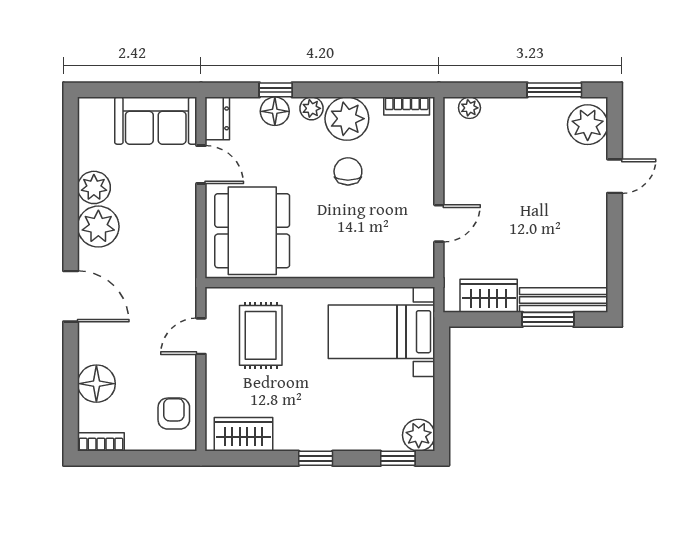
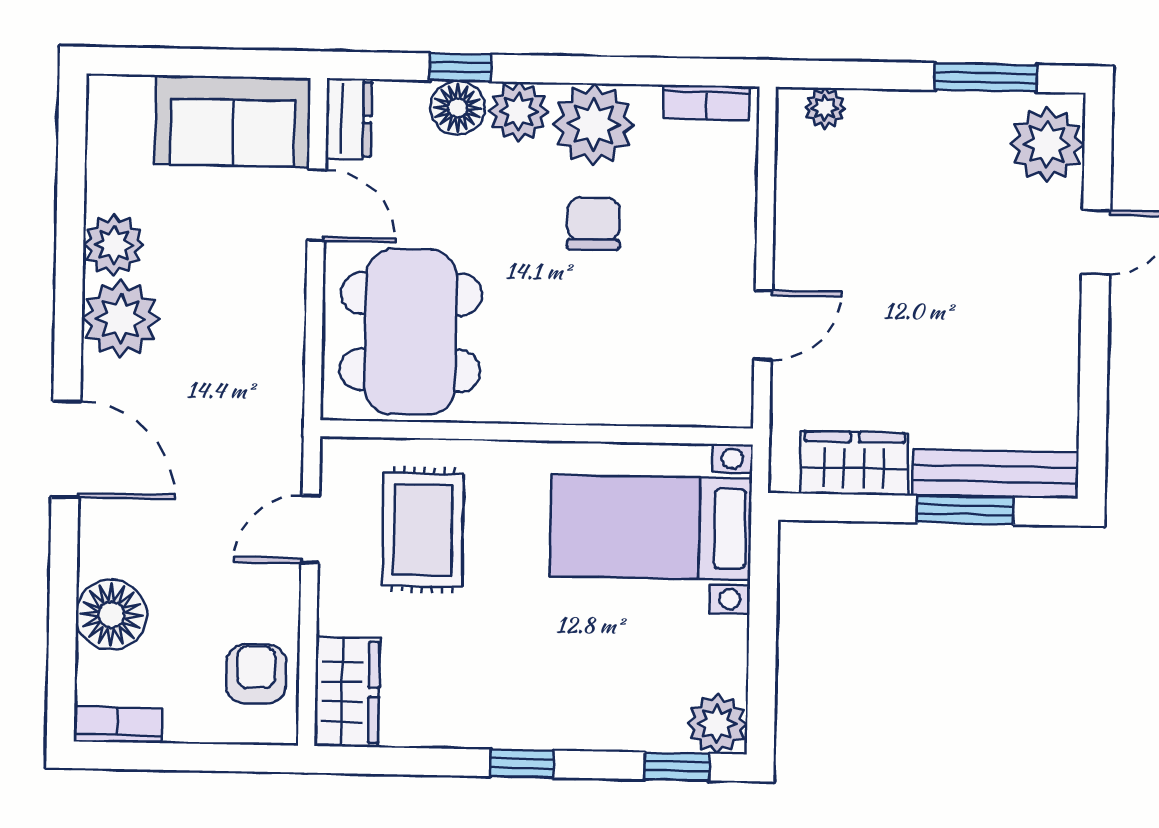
plant: (312, 108) -> (519, 112), width x1.38, depth x1.38
wardrobe: (243, 434) -> (347, 692), moved, turned 90

